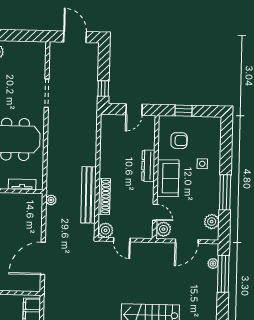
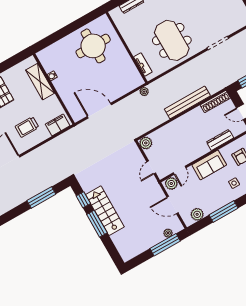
dresser: (148, 166) -> (220, 140), moved
bench: (89, 195) -> (187, 102), moved
shoe rack: (104, 196) -> (215, 101), moved
door: (122, 240) -> (151, 167), moved

